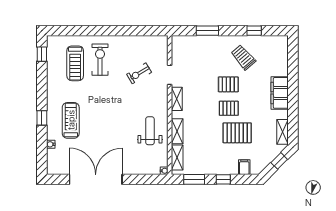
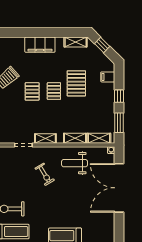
exercise bike: (139, 73) -> (45, 174), moved
double door: (96, 179) -> (119, 188), moved

